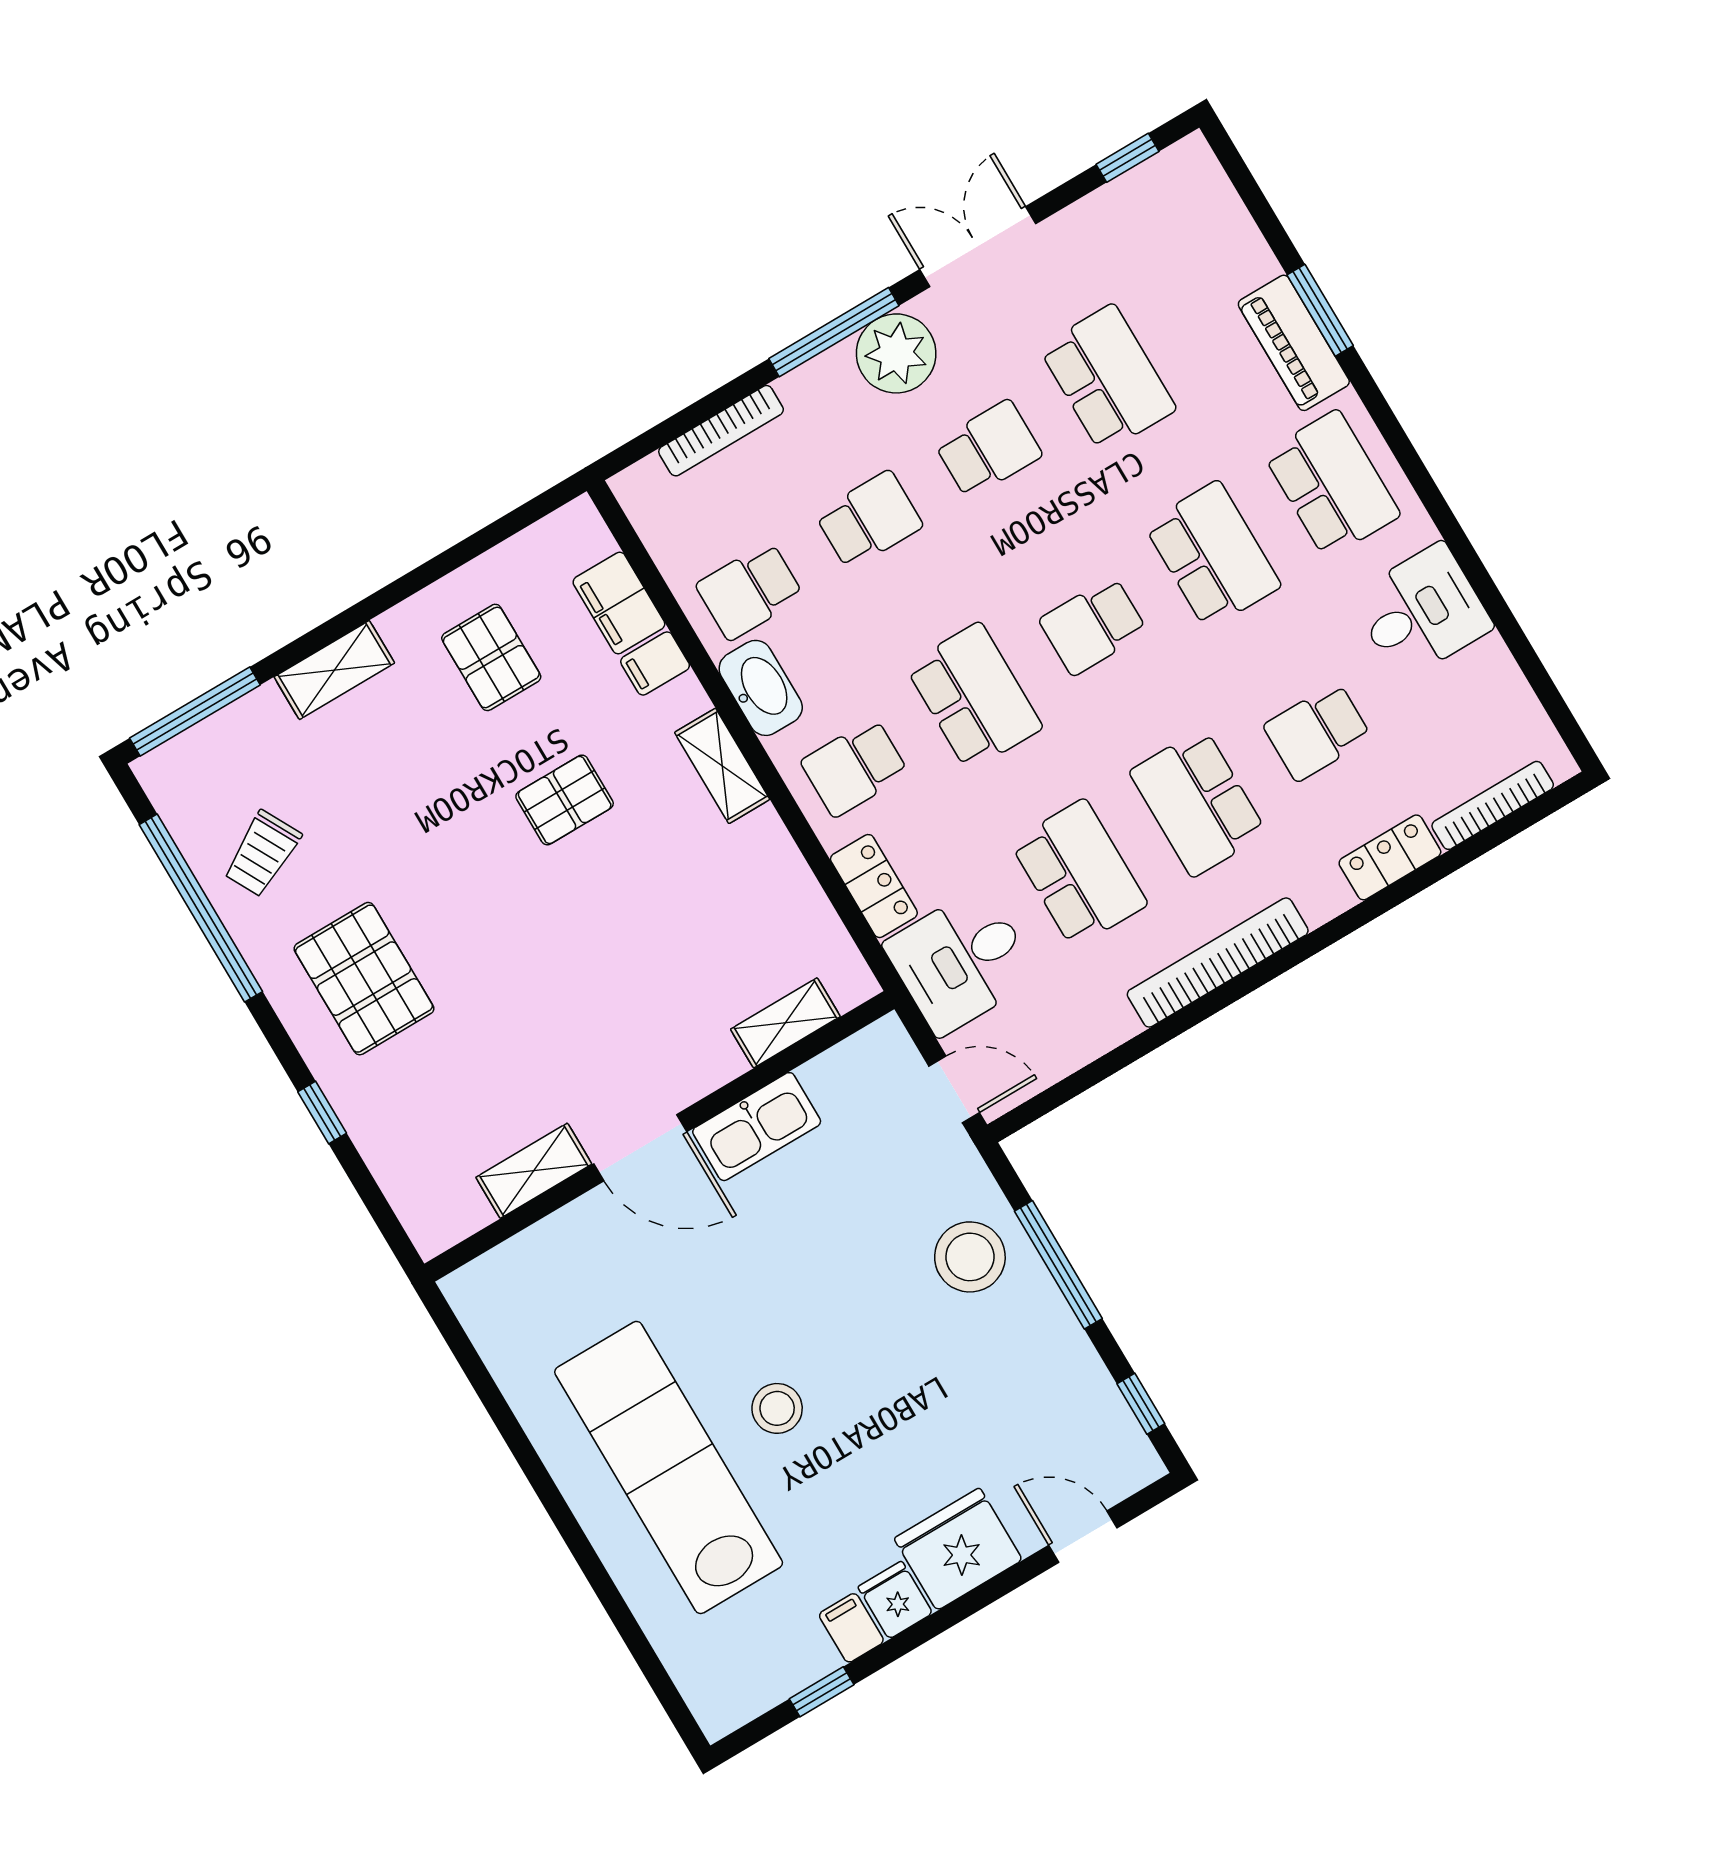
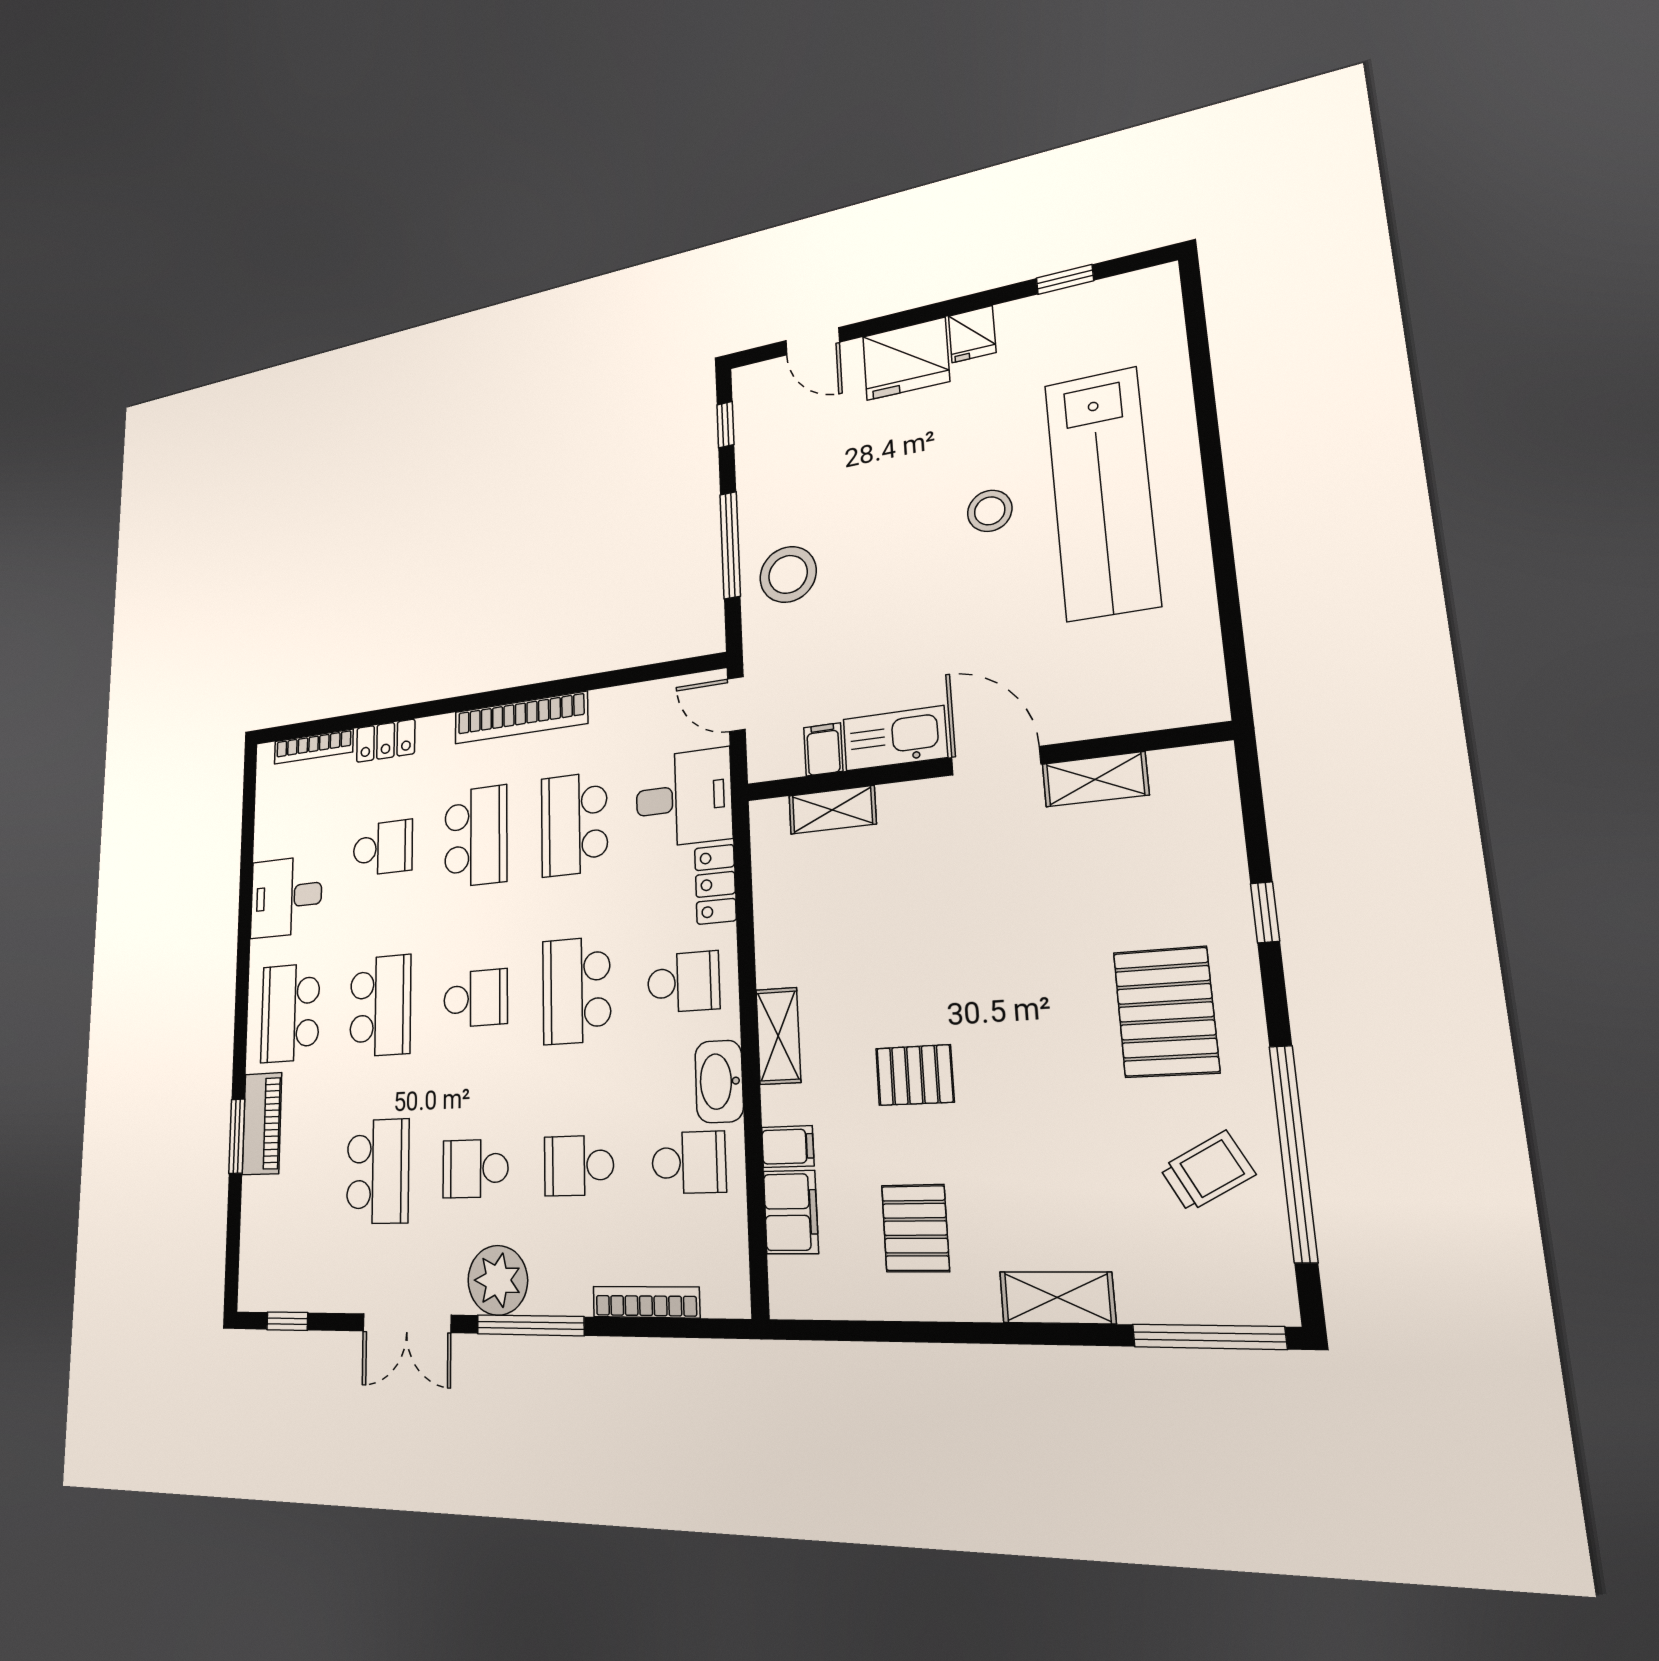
school desk: (1108, 378) -> (378, 1171), turned 180
school desk: (1212, 555) -> (380, 1006), turned 180
filing cabinet: (851, 1628) -> (823, 749), moved, turned 180

